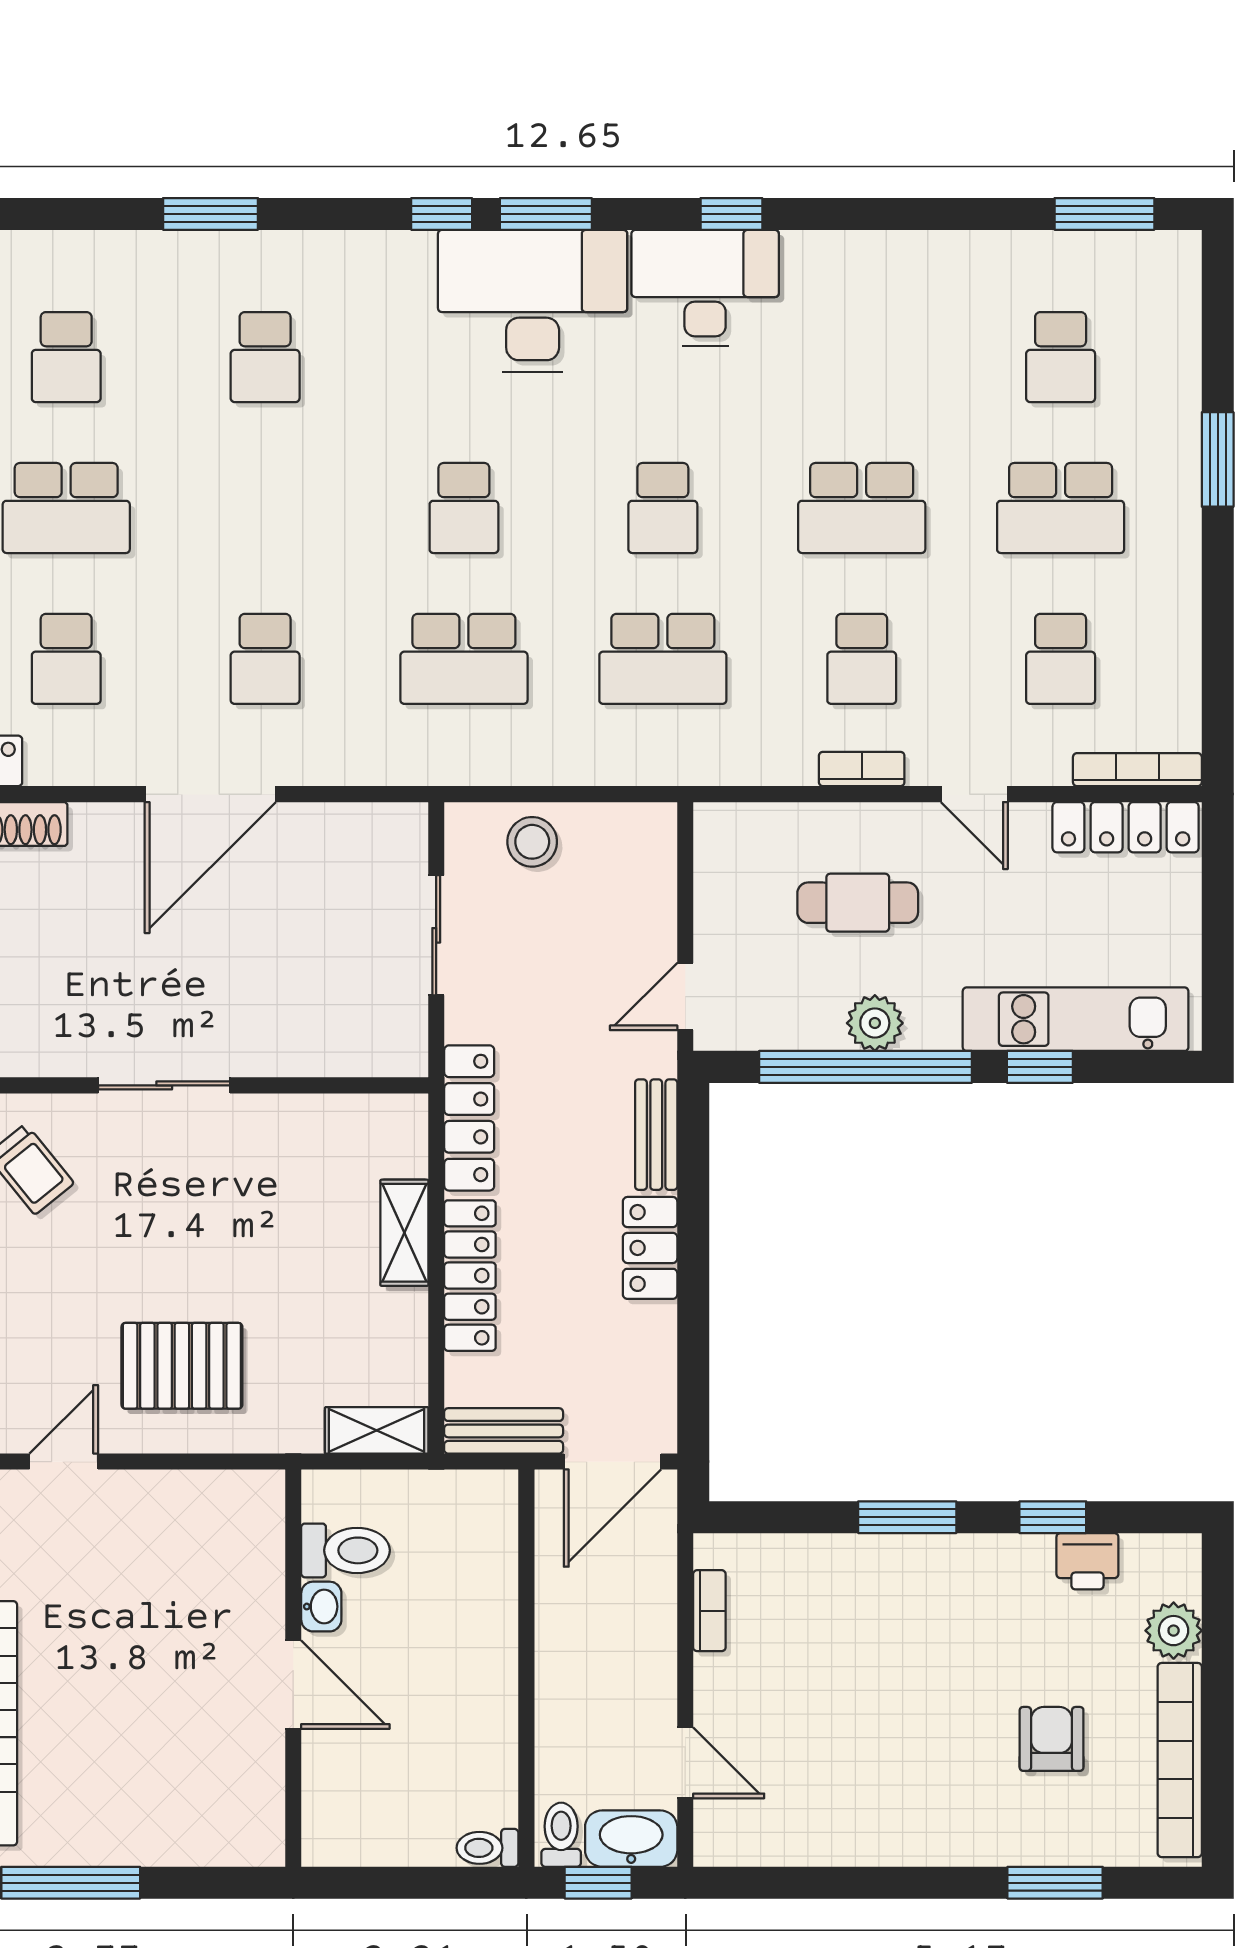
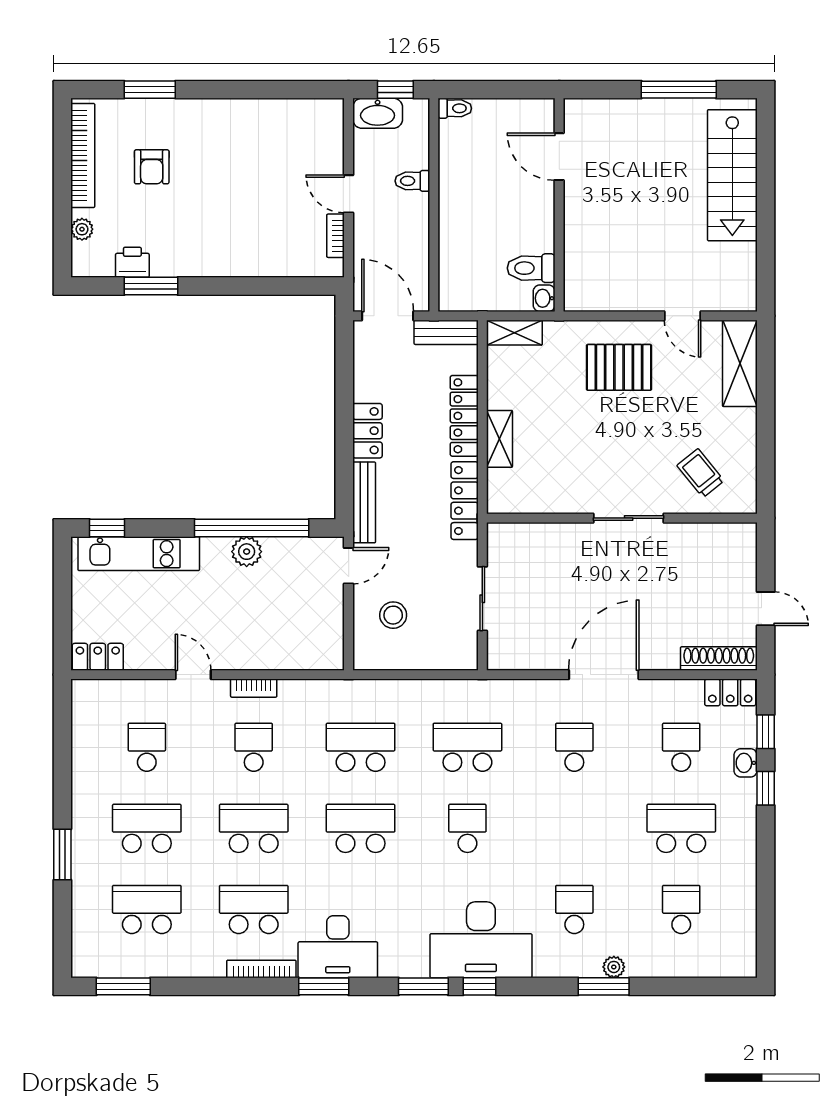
window: (731, 214) -> (324, 986), width x1.50
plant: (192, 250) -> (614, 967), added
desk: (533, 301) -> (481, 940), moved
school desk: (862, 357) -> (254, 909), added
school desk: (1061, 357) -> (147, 909), width x1.85
school desk: (663, 508) -> (361, 828), width x1.85
bookcase: (1137, 770) -> (261, 969), moved, turned 180
locker: (1126, 827) -> (98, 657), width x0.66
stool: (532, 842) -> (393, 615), moved
cafe table: (858, 903) -> (256, 616), removed
window: (1040, 1067) -> (107, 528), moved
bench: (656, 1135) -> (364, 502), width x1.36
door: (64, 1462) -> (683, 316), hinge flipped
door: (612, 1462) -> (388, 316), hinge flipped
window: (907, 1517) -> (229, 286), removed
window: (1053, 1517) -> (151, 286), width x1.50
washbasin: (321, 1607) -> (544, 298), moved
plant: (1174, 1631) -> (82, 229), width x0.73, depth x0.73
door: (293, 1685) -> (559, 157), moved
door: (685, 1763) -> (349, 194), moved
toilet: (561, 1835) -> (412, 181), moved, turned 90

